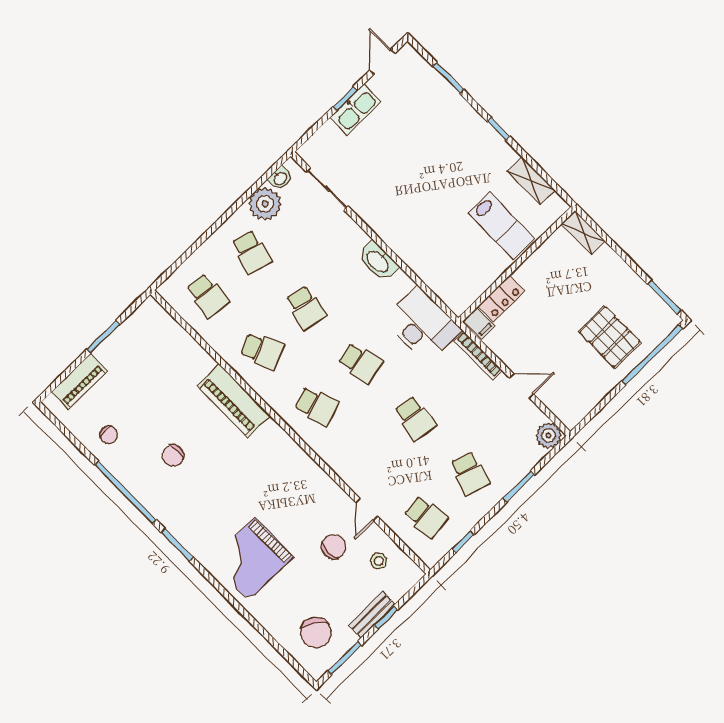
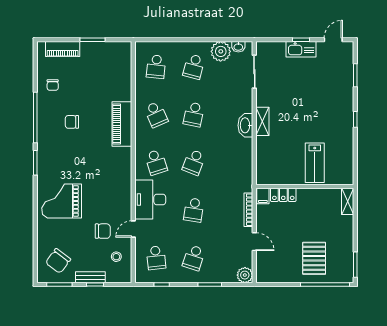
shelving: (531, 181) -> (262, 121), moved
desk: (422, 325) -> (150, 200), moved, turned 180
school desk: (360, 363) -> (194, 162), turned 33

